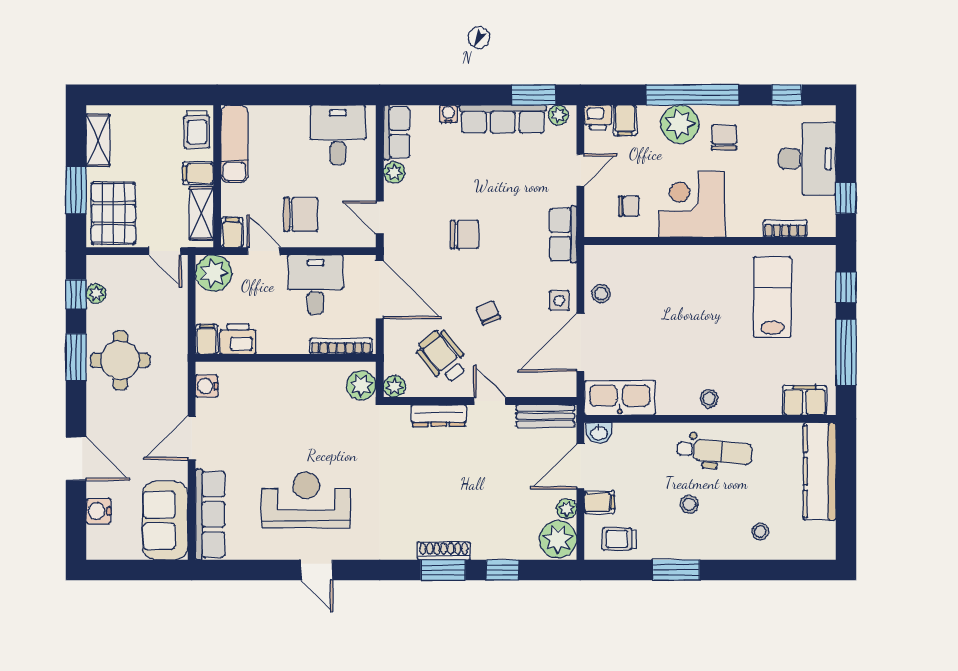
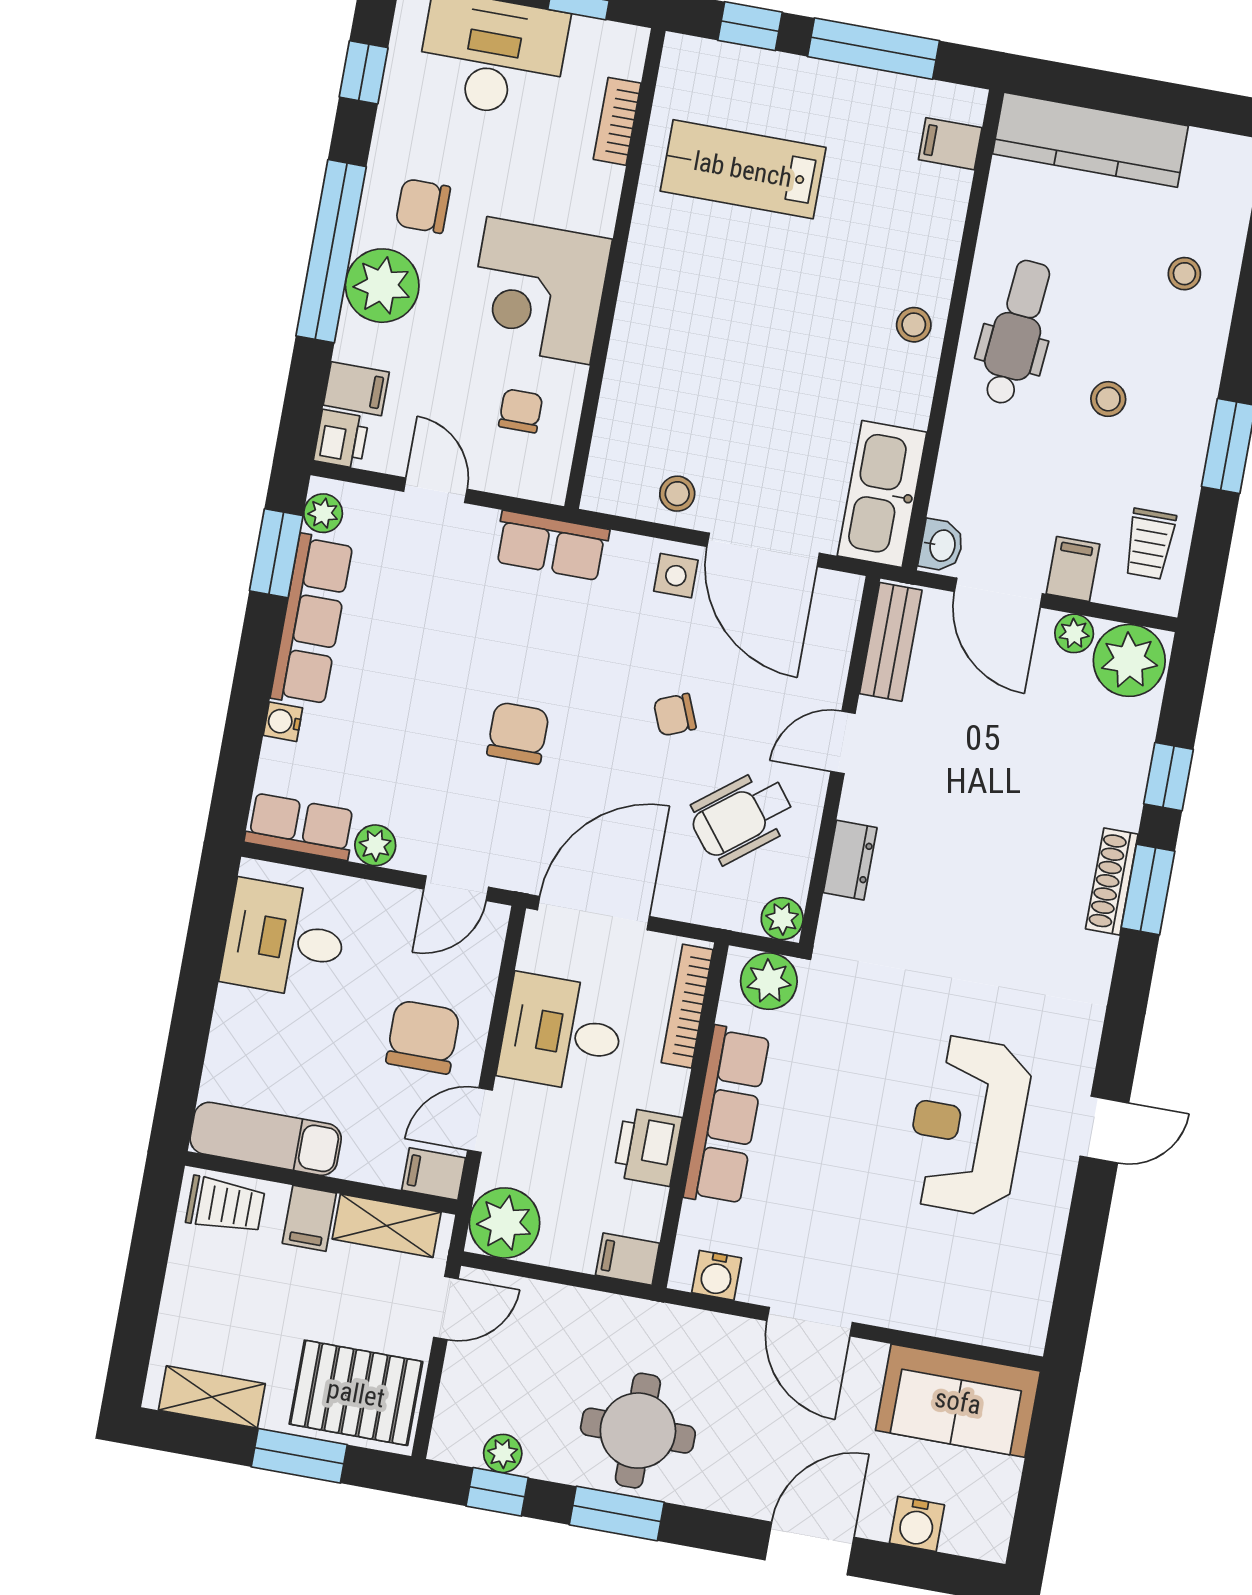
printer: (238, 339) -> (648, 1147), moved
filing cabinet: (805, 400) -> (950, 144), width x0.50
dresser: (439, 416) -> (850, 860), width x0.70
row of seats: (210, 514) -> (727, 1116), moved, turned 90

